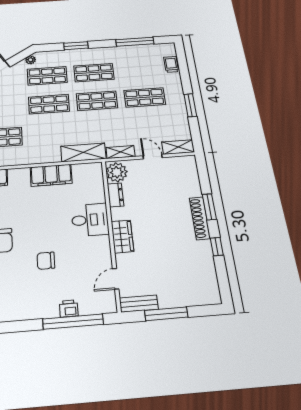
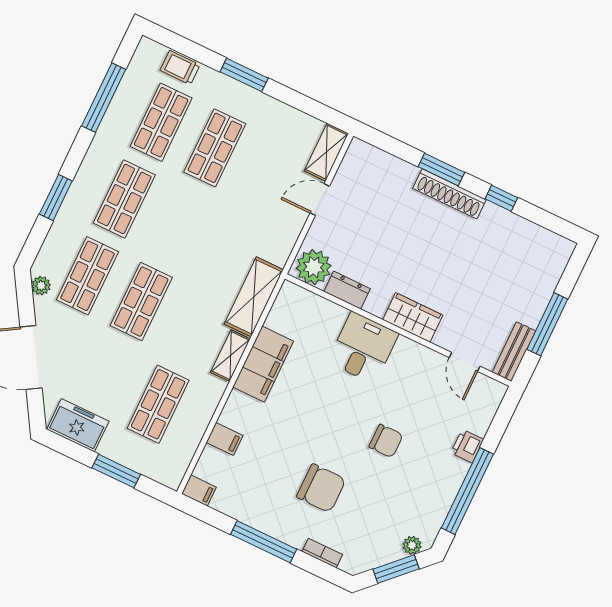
shop shelf: (97, 101) -> (161, 122), moved
window: (190, 105) -> (244, 75), moved
shelving: (121, 152) -> (230, 356), moved
chair: (46, 261) -> (386, 441), turned -90
window: (73, 322) -> (467, 491), moved

